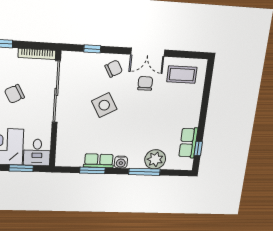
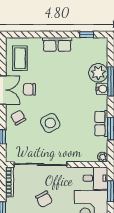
row of seats: (188, 143) -> (57, 44), moved
plant: (61, 161) -> (103, 157), added
water cooler: (121, 162) -> (102, 89), moved

